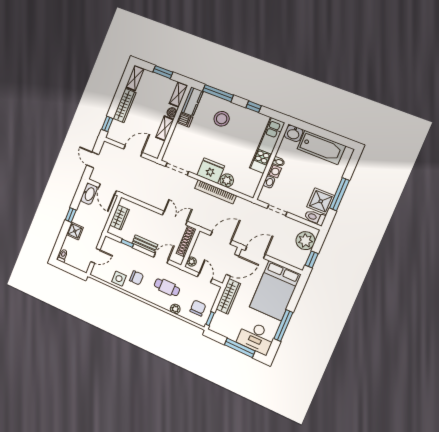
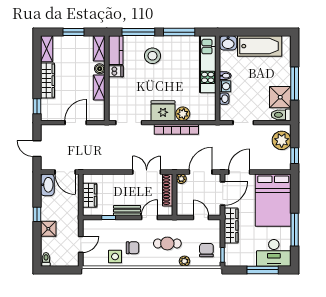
window: (254, 107) -> (179, 32), width x2.17
plant: (192, 262) -> (181, 179), moved

